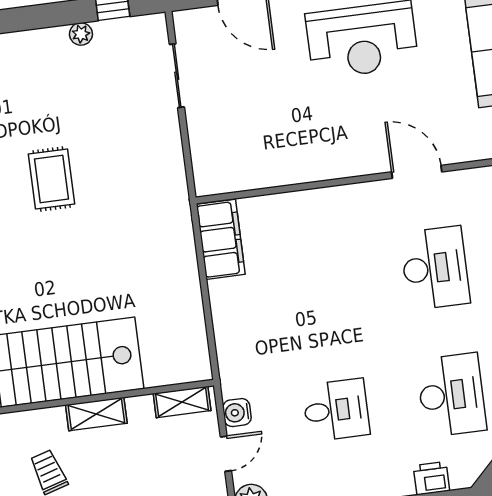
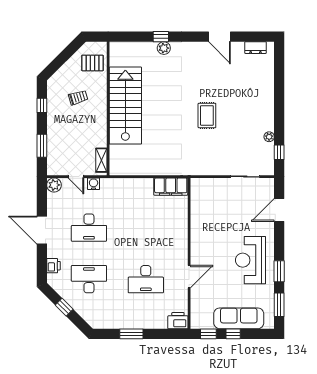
rug: (52, 179) -> (207, 115), turned 90
desk: (451, 395) -> (89, 279), turned 180
desk: (336, 410) -> (89, 228), width x1.37
shelving: (96, 414) -> (101, 122), removed

